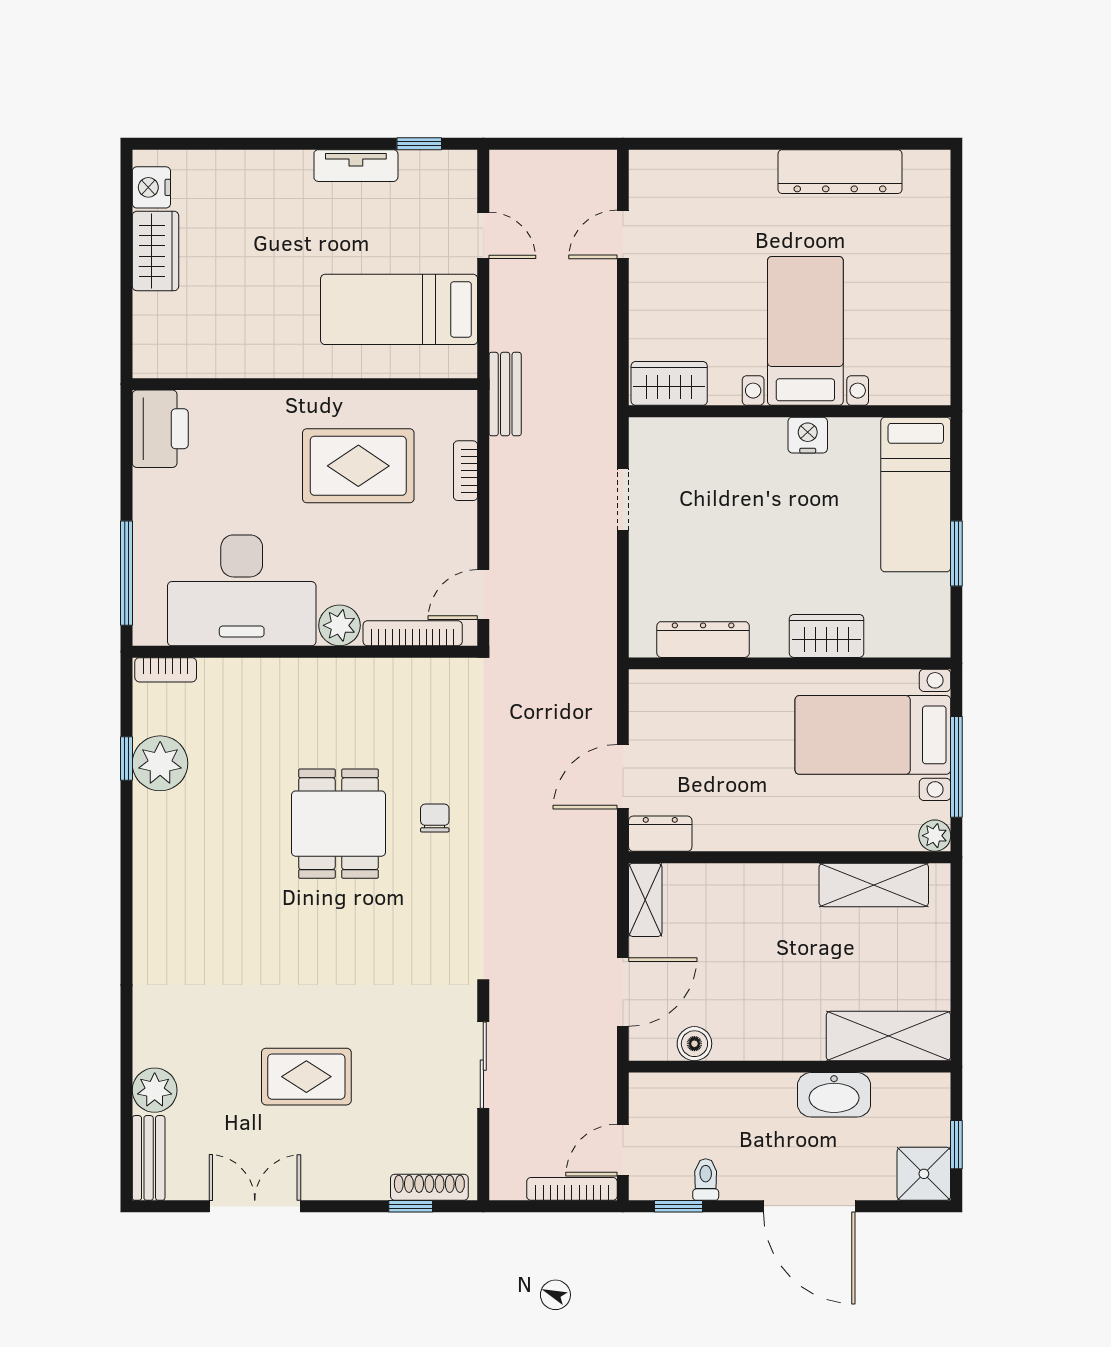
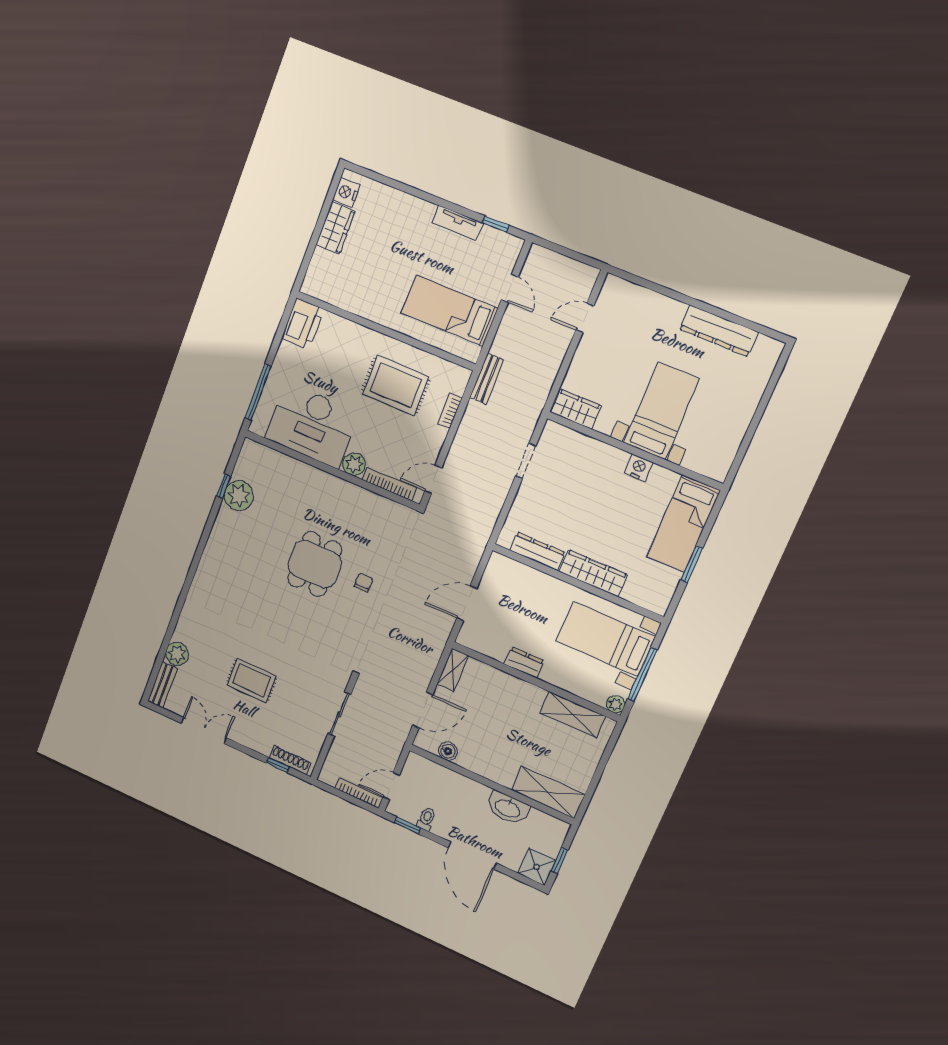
wardrobe: (826, 636) -> (593, 573), width x1.50
bookcase: (166, 670) -> (259, 450), removed
dresser: (660, 834) -> (524, 663), moved

